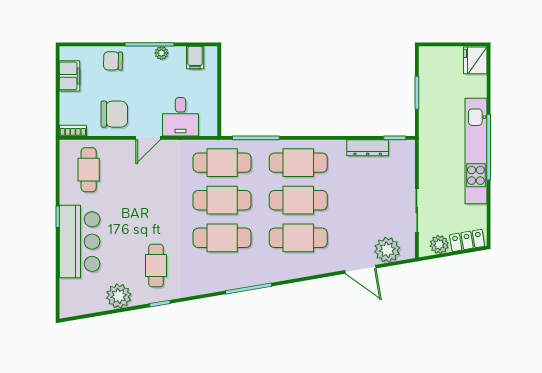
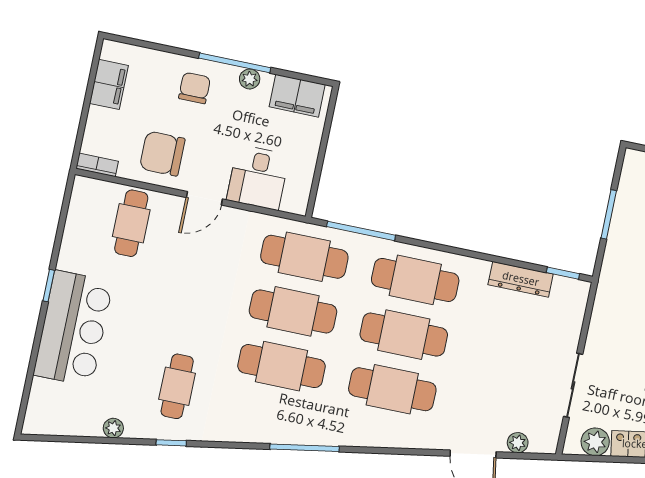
filing cabinet: (195, 57) -> (297, 96), width x2.00
chair: (113, 61) -> (195, 88), moved, turned 89
chair: (114, 114) -> (162, 154), turned 180
cafe table: (89, 170) -> (131, 223), moved
plant: (387, 250) -> (518, 443), width x0.53, depth x0.53
plant: (119, 296) -> (113, 428), width x0.53, depth x0.53

